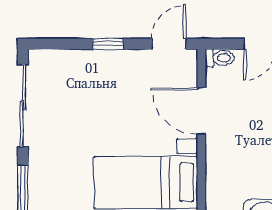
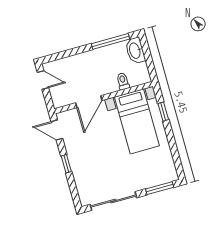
toilet: (220, 58) -> (123, 81), moved

